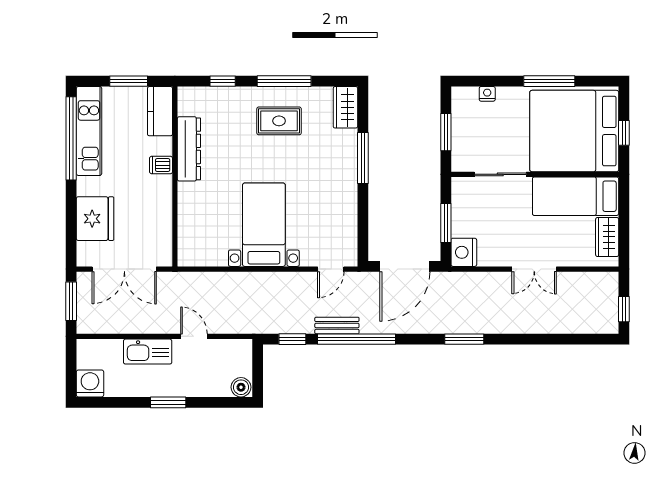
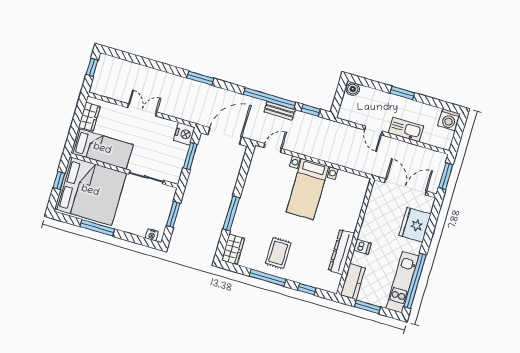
nightstand: (487, 94) -> (152, 235), moved
rug: (279, 121) -> (278, 253), turned 90

